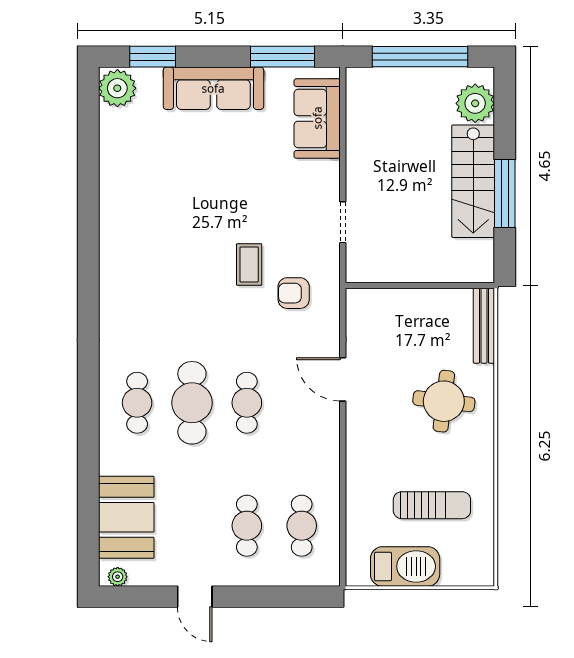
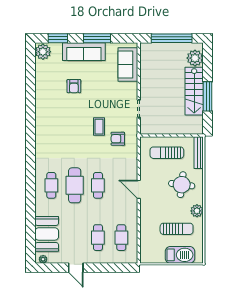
window: (283, 57) -> (97, 38), moved
armchair: (190, 169) -> (74, 86), added
sun lounger: (409, 326) -> (167, 153), added
door: (343, 379) -> (139, 189), moved
plant: (480, 463) -> (197, 211), added
barbecue: (405, 566) -> (180, 255), moved

